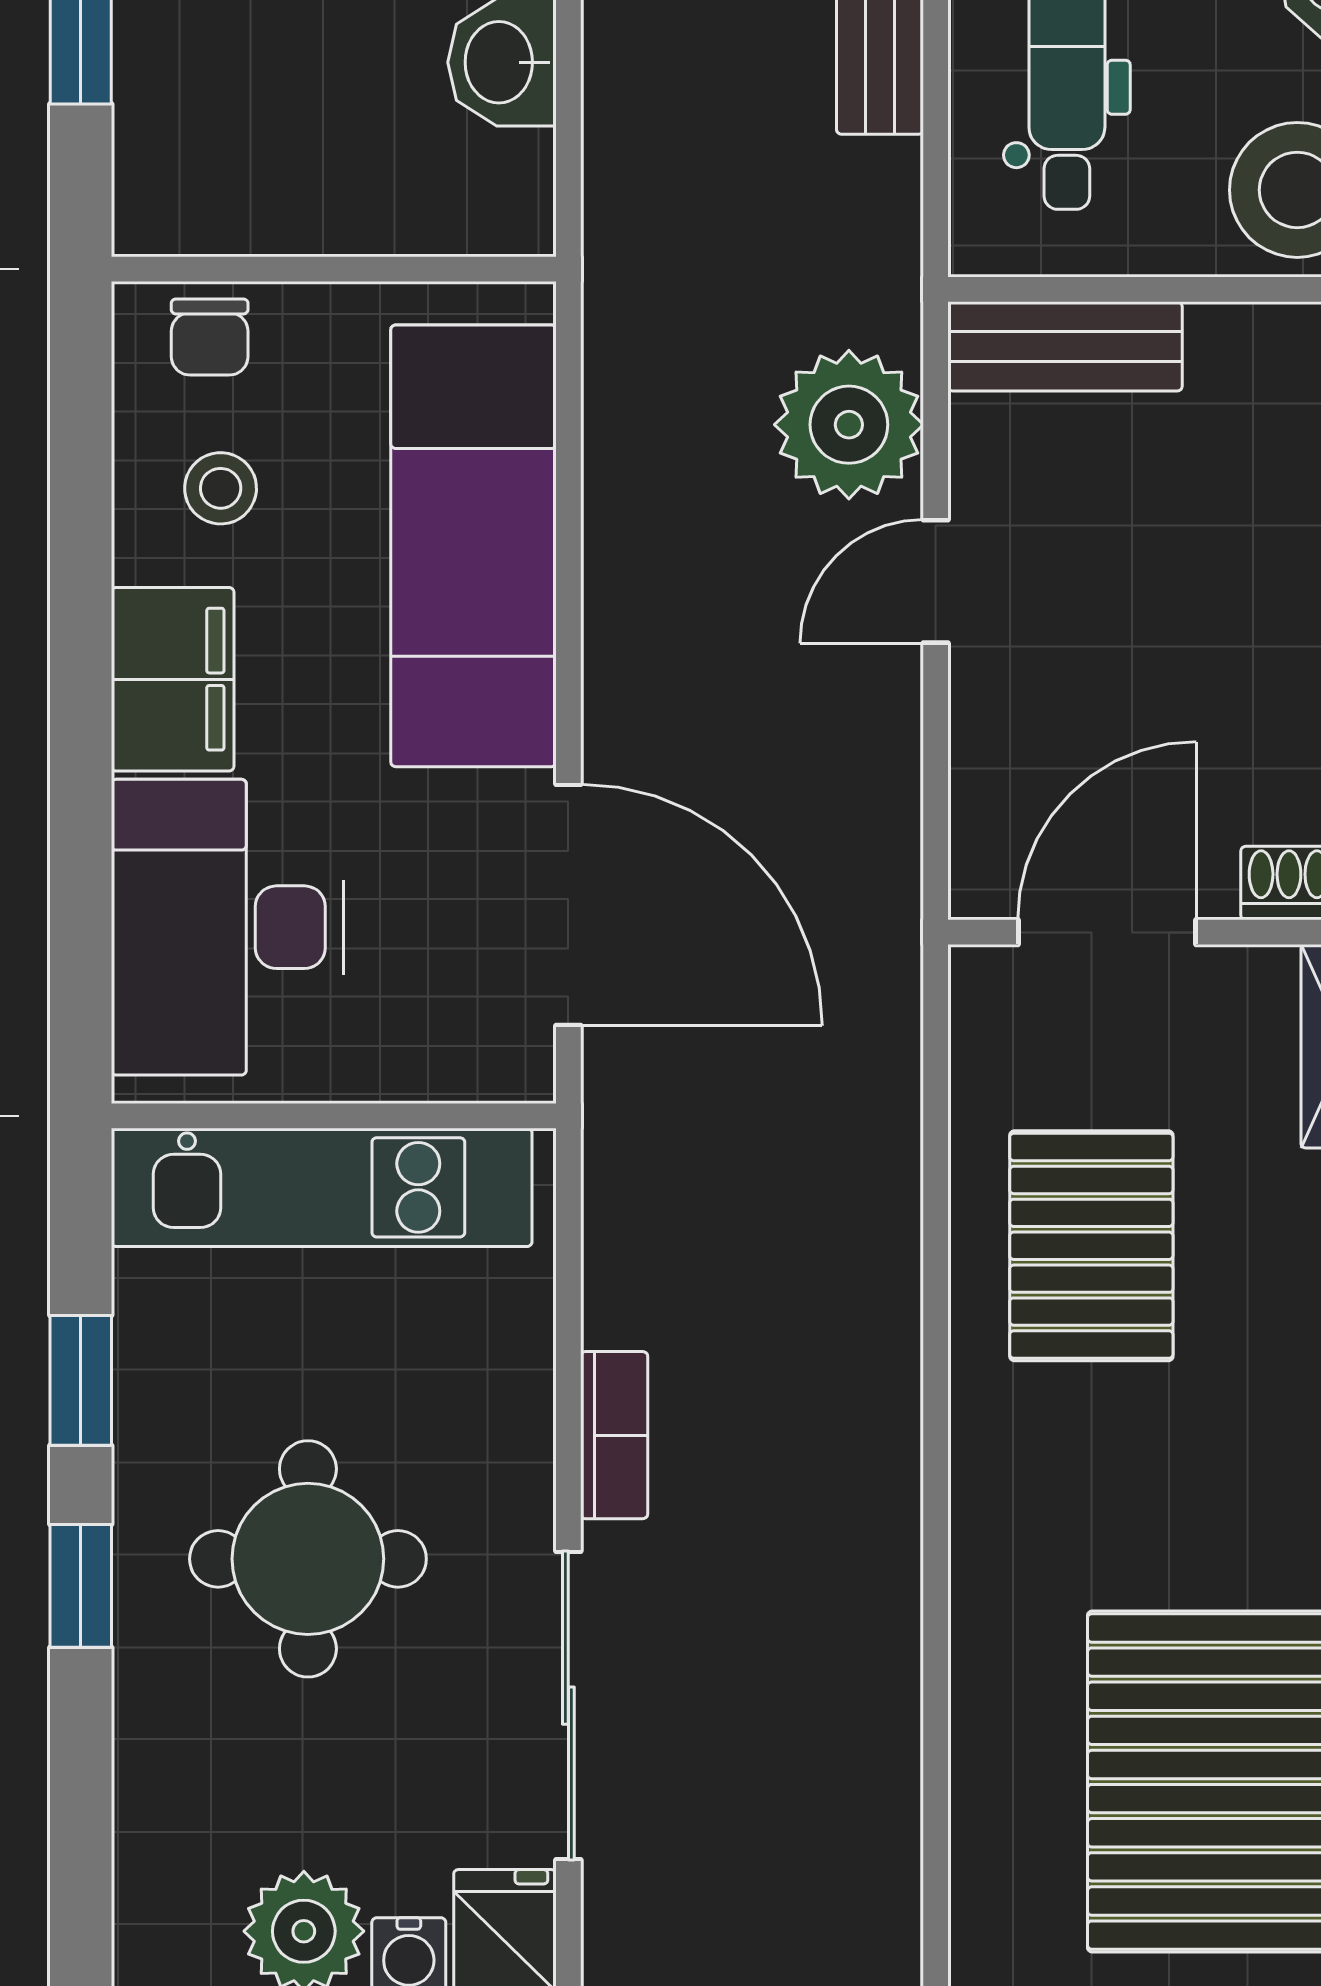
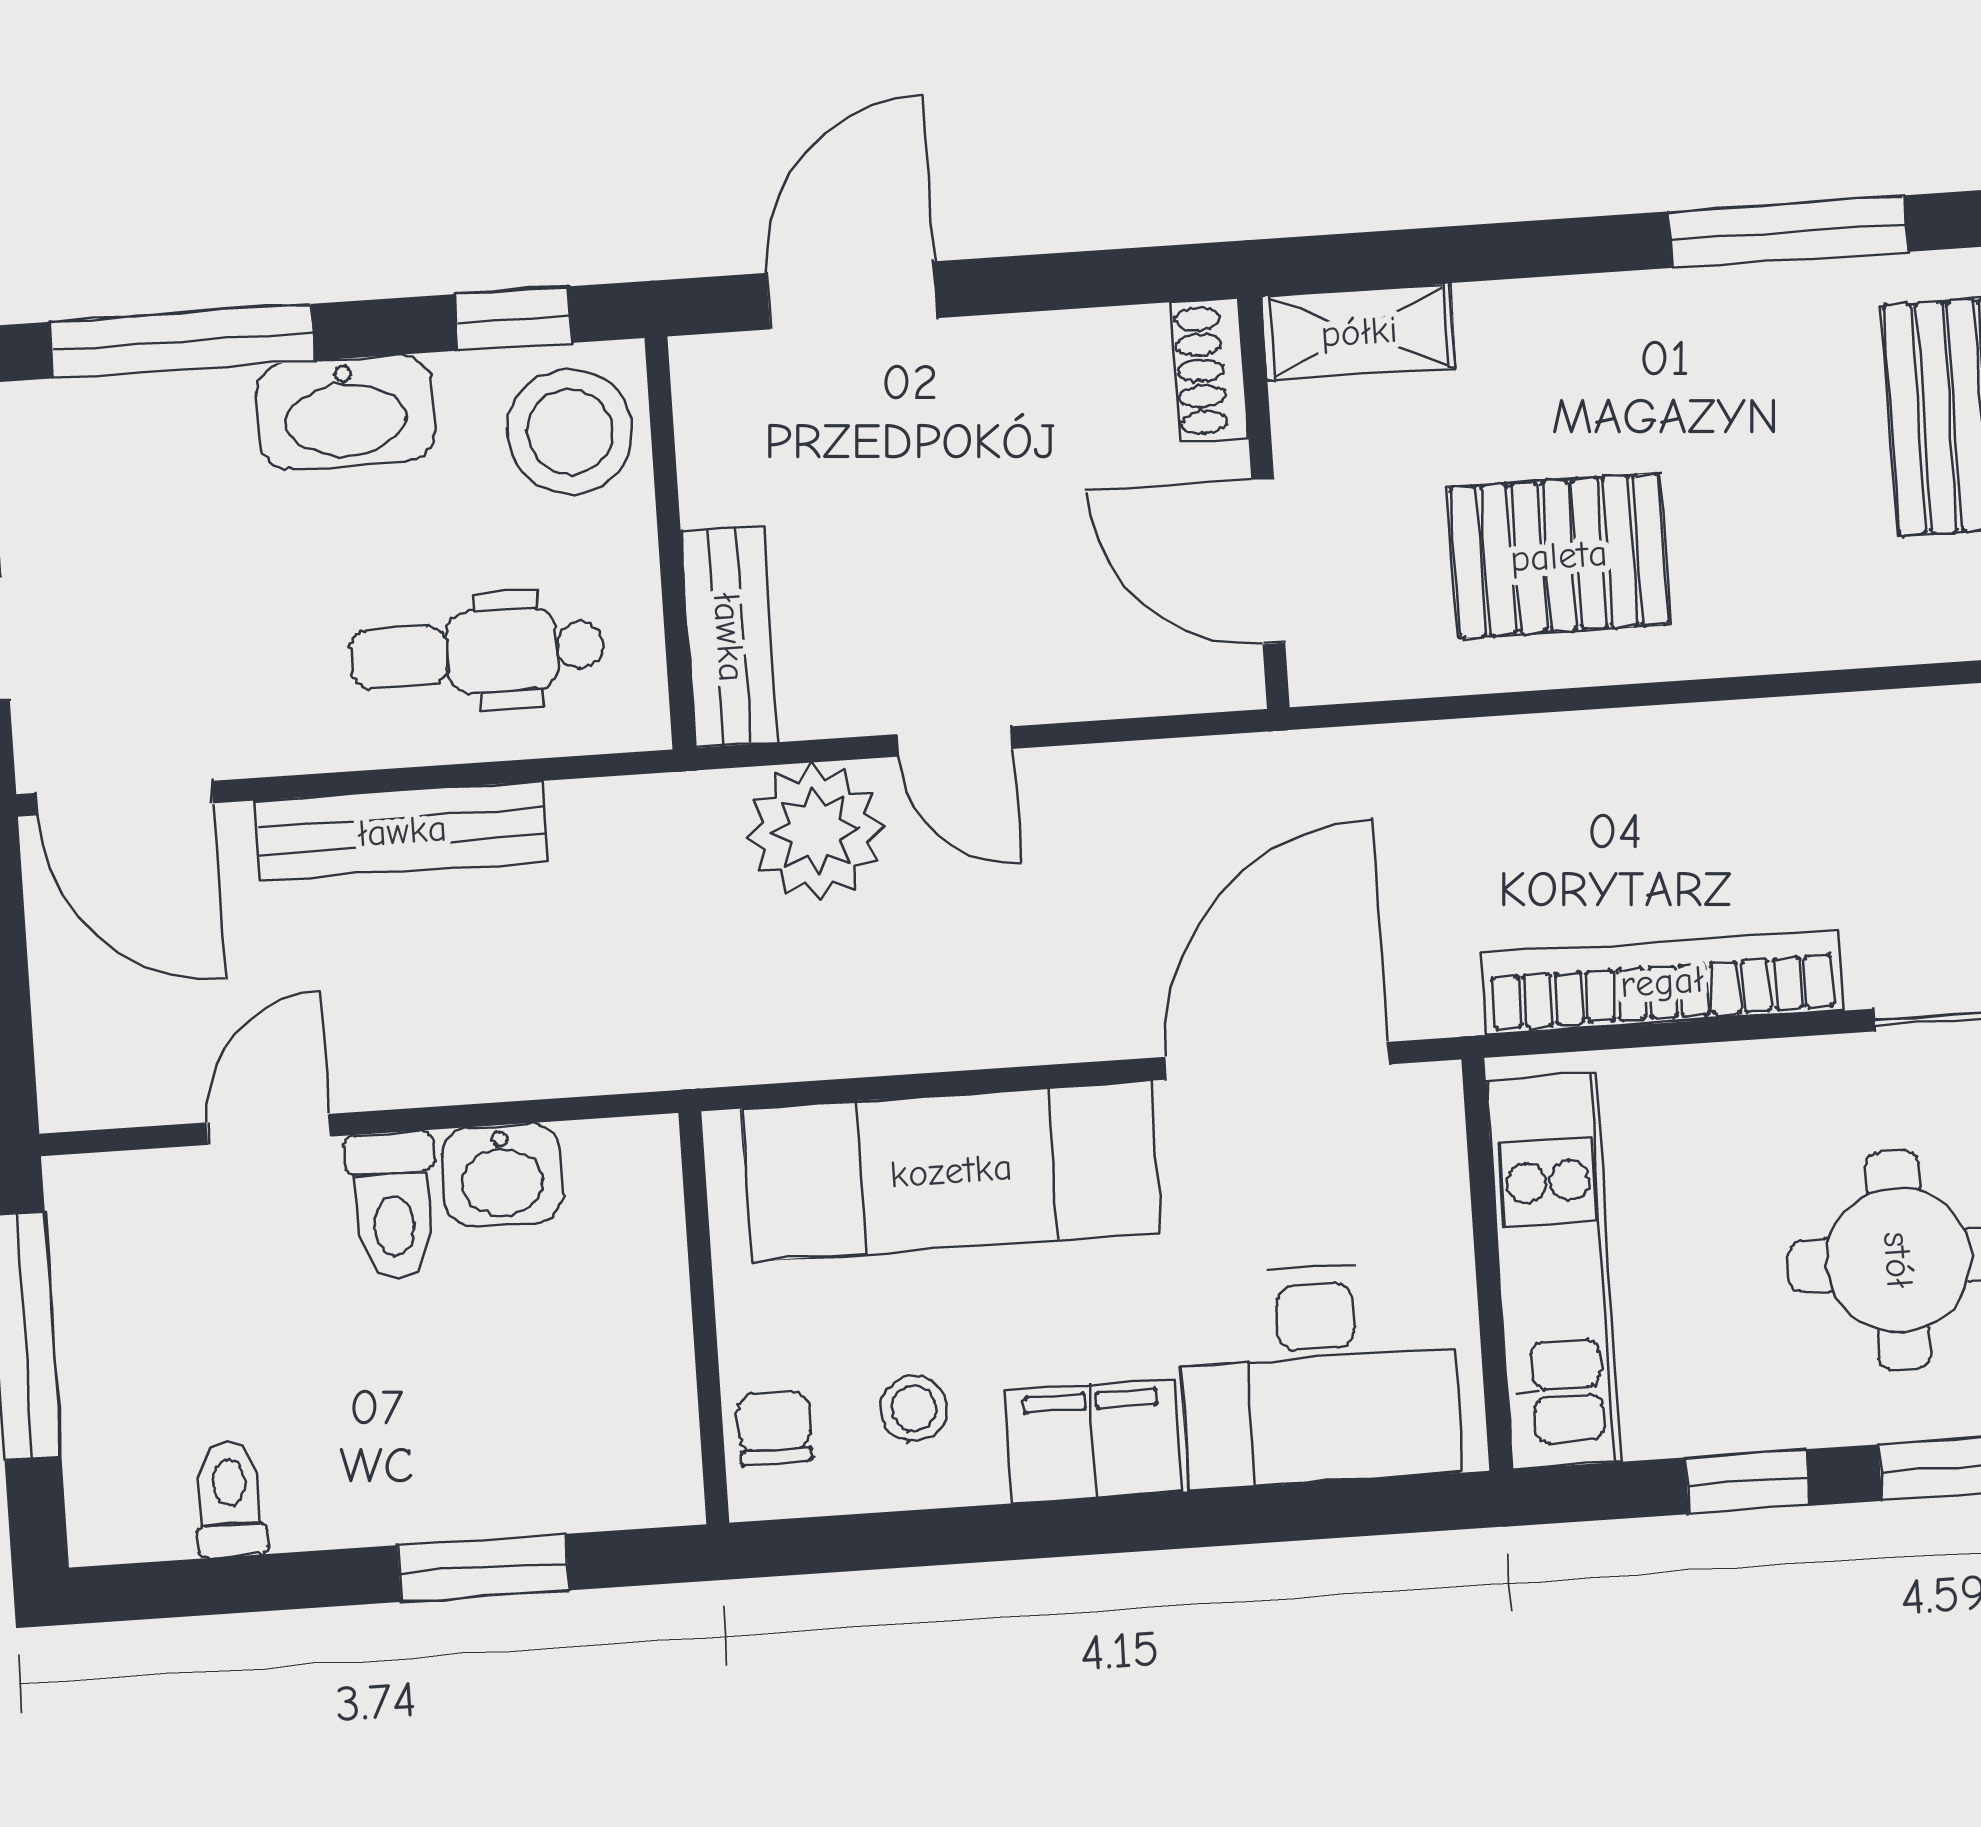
chair: (210, 337) -> (775, 1428), turned -90
bookcase: (614, 1435) -> (1662, 982), width x2.31, depth x1.31

